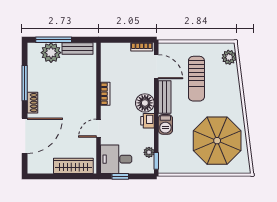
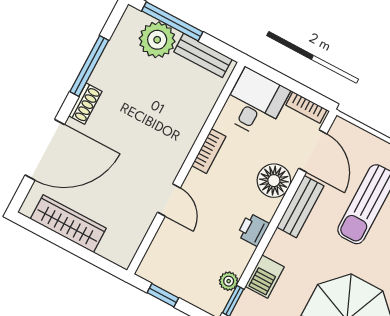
floor lamp: (145, 103) -> (274, 181), moved
barbecue: (165, 124) -> (265, 277), moved
door: (99, 128) -> (169, 200), swing flipped
desk: (116, 159) -> (255, 103), moved, turned 90
wardrobe: (73, 166) -> (68, 224), moved

